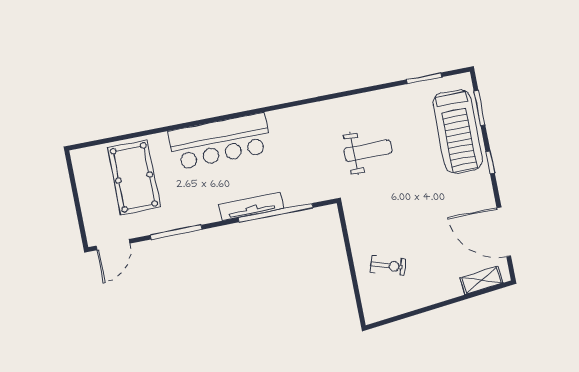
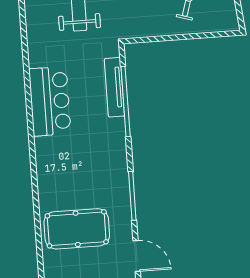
bar counter: (220, 141) -> (50, 101), moved, width x0.73
tv unit: (251, 206) -> (114, 87), moved

